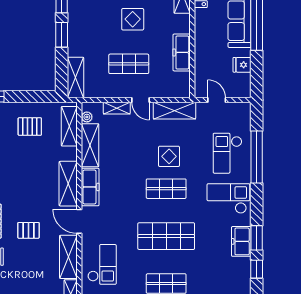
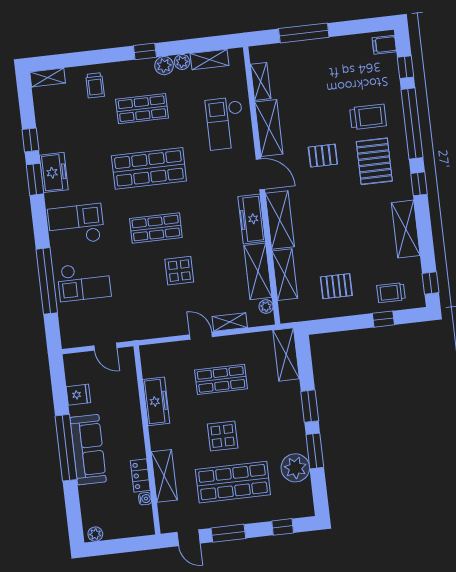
shelving: (174, 111) -> (157, 327), removed
shelving: (69, 126) -> (285, 275), moved
checkout: (227, 153) -> (84, 281), turned 90
display table: (169, 156) -> (179, 271), moved
checkout: (228, 198) -> (76, 225), turned 180

